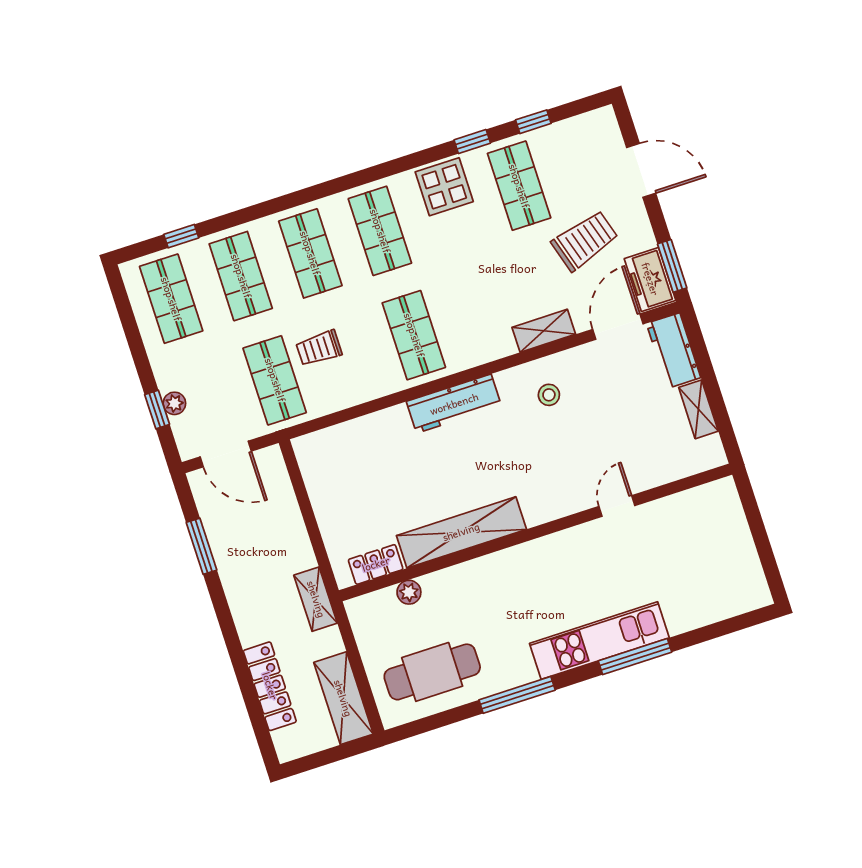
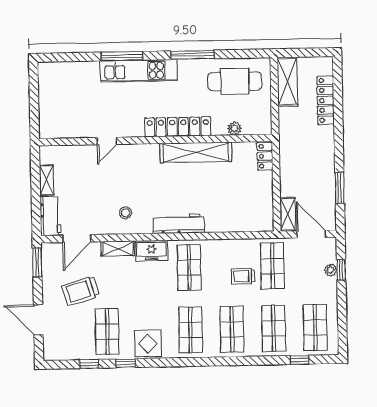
freezer: (650, 279) -> (152, 251), moved, turned 90
trolley: (319, 348) -> (243, 276), turned 180
locker: (376, 564) -> (265, 156), moved, turned 90
locker: (505, 566) -> (178, 127), added
shelving: (316, 599) -> (288, 214), moved

